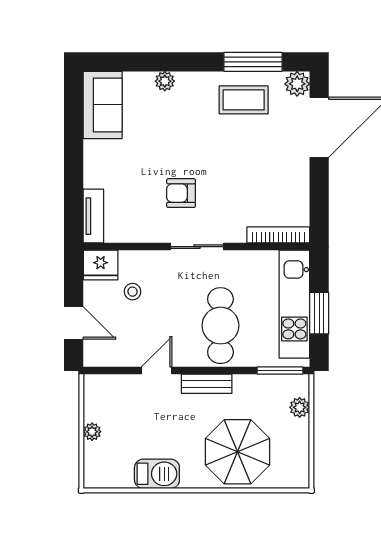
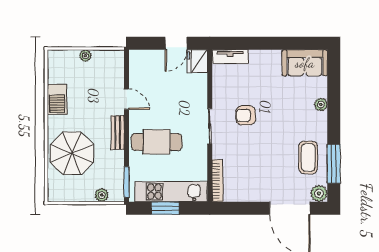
armchair: (181, 193) -> (246, 115), turned -90
stool: (133, 292) -> (179, 83), removed
door: (74, 323) -> (176, 43), moved

